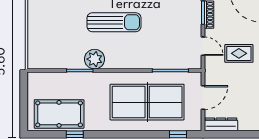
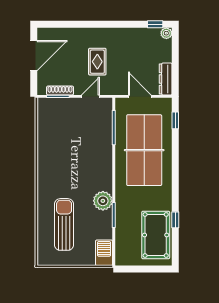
sun lounger: (114, 22) -> (64, 224), moved
barbecue: (41, 60) -> (104, 253), added

